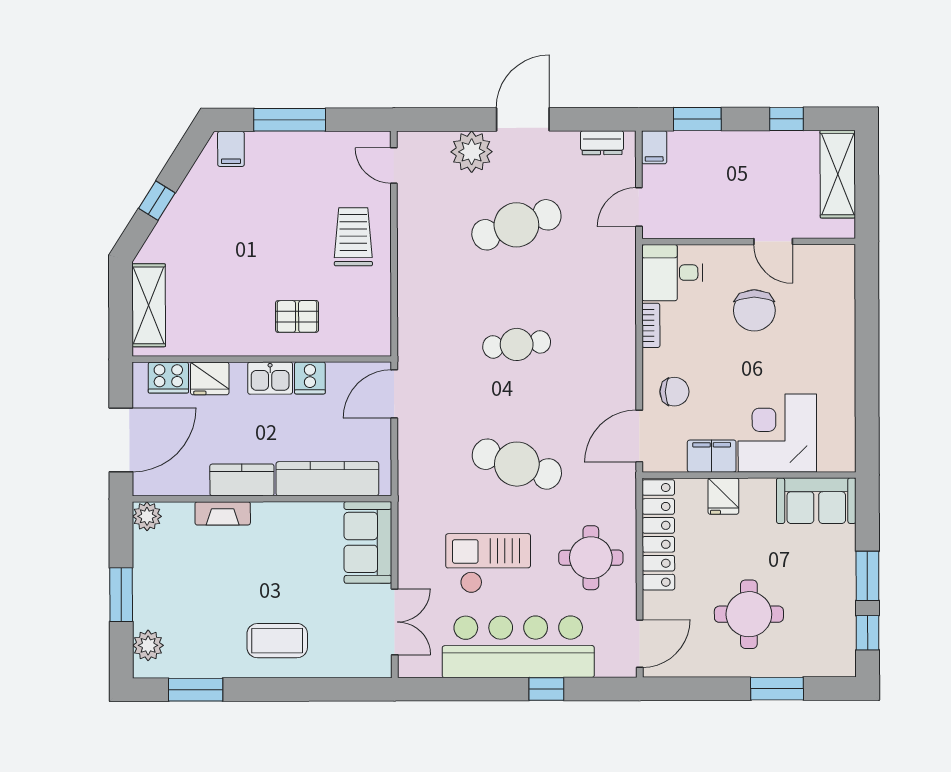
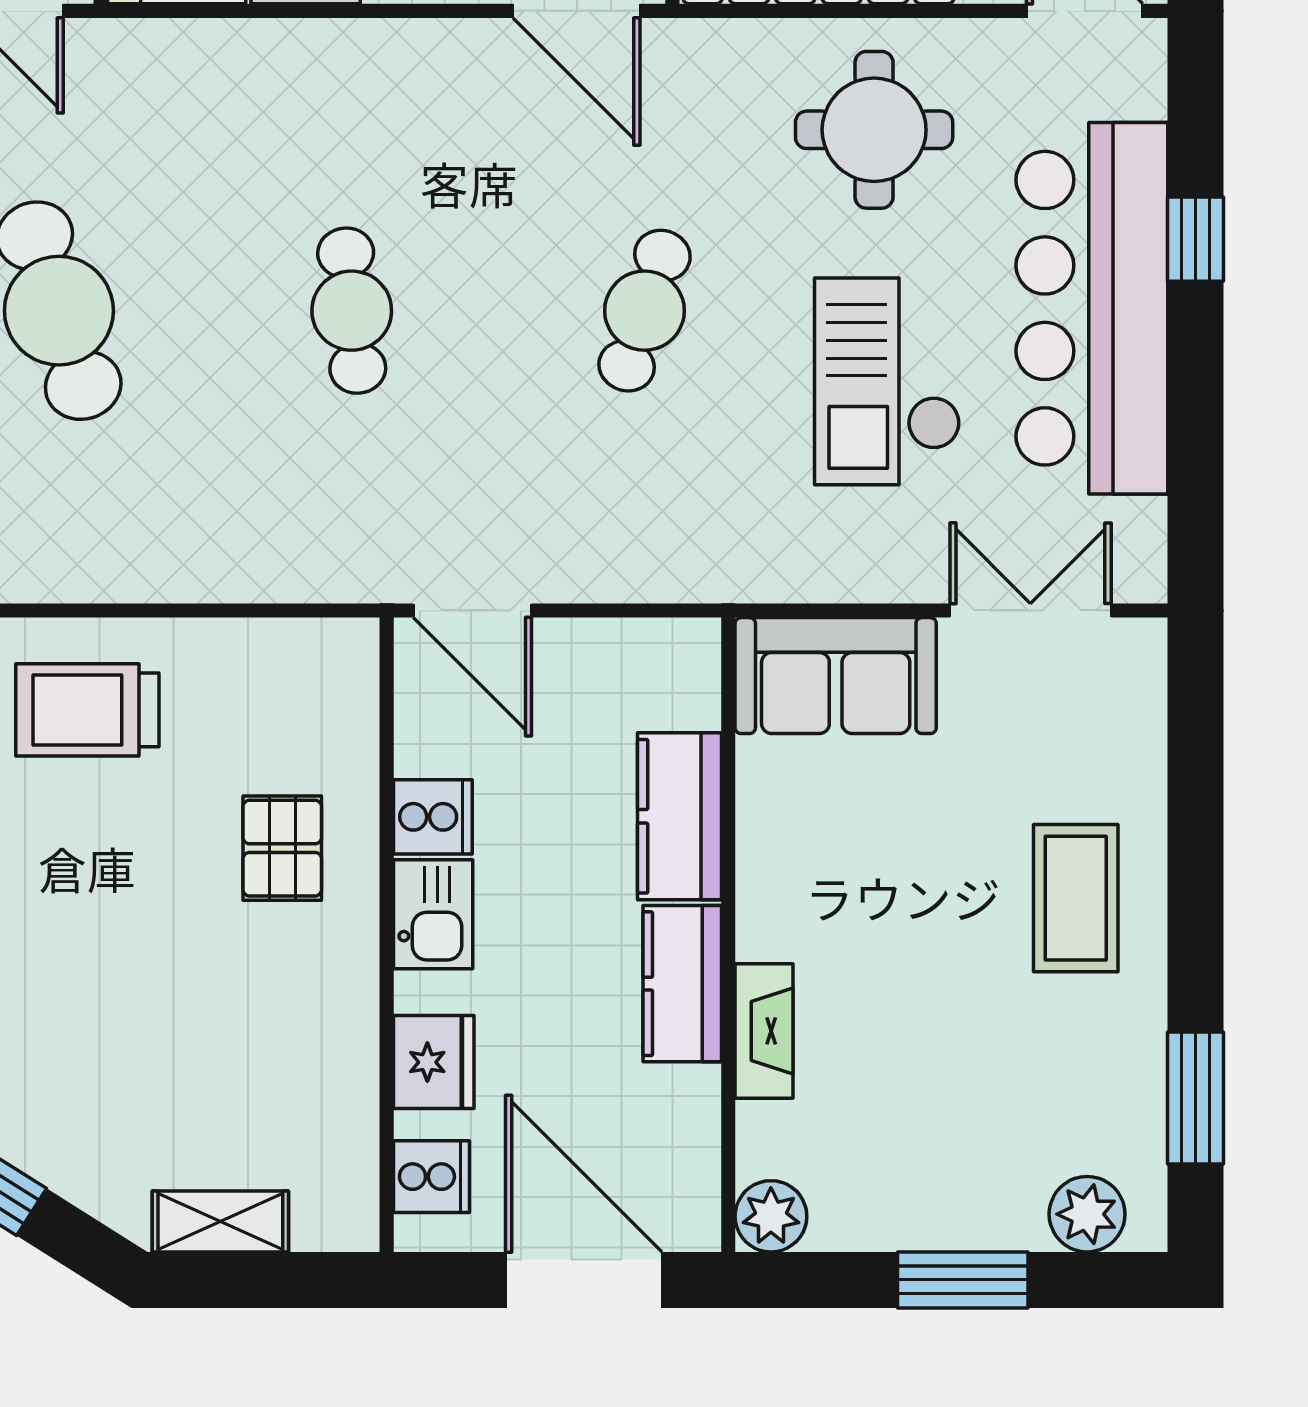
shelving: (149, 305) -> (220, 1221), width x0.67, depth x0.75
cooker: (168, 378) -> (431, 1177), width x0.73
cafe table: (517, 464) -> (645, 311), width x0.73, depth x0.74
kitchen counter: (327, 479) -> (679, 816), width x0.67

